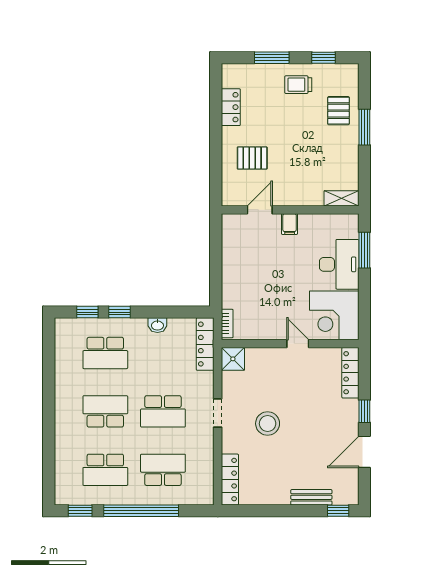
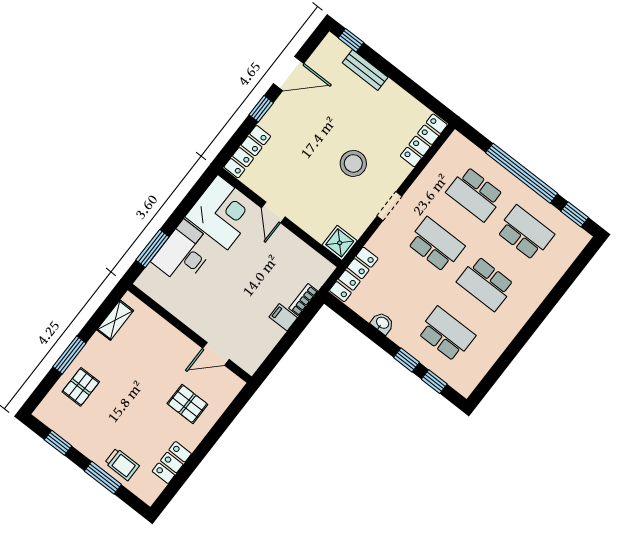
trolley: (298, 85) -> (122, 464), moved
shelving: (341, 198) -> (115, 320), moved, turned 90
filing cabinet: (290, 224) -> (283, 317), moved, turned -90
bookcase: (227, 323) -> (303, 300), moved

